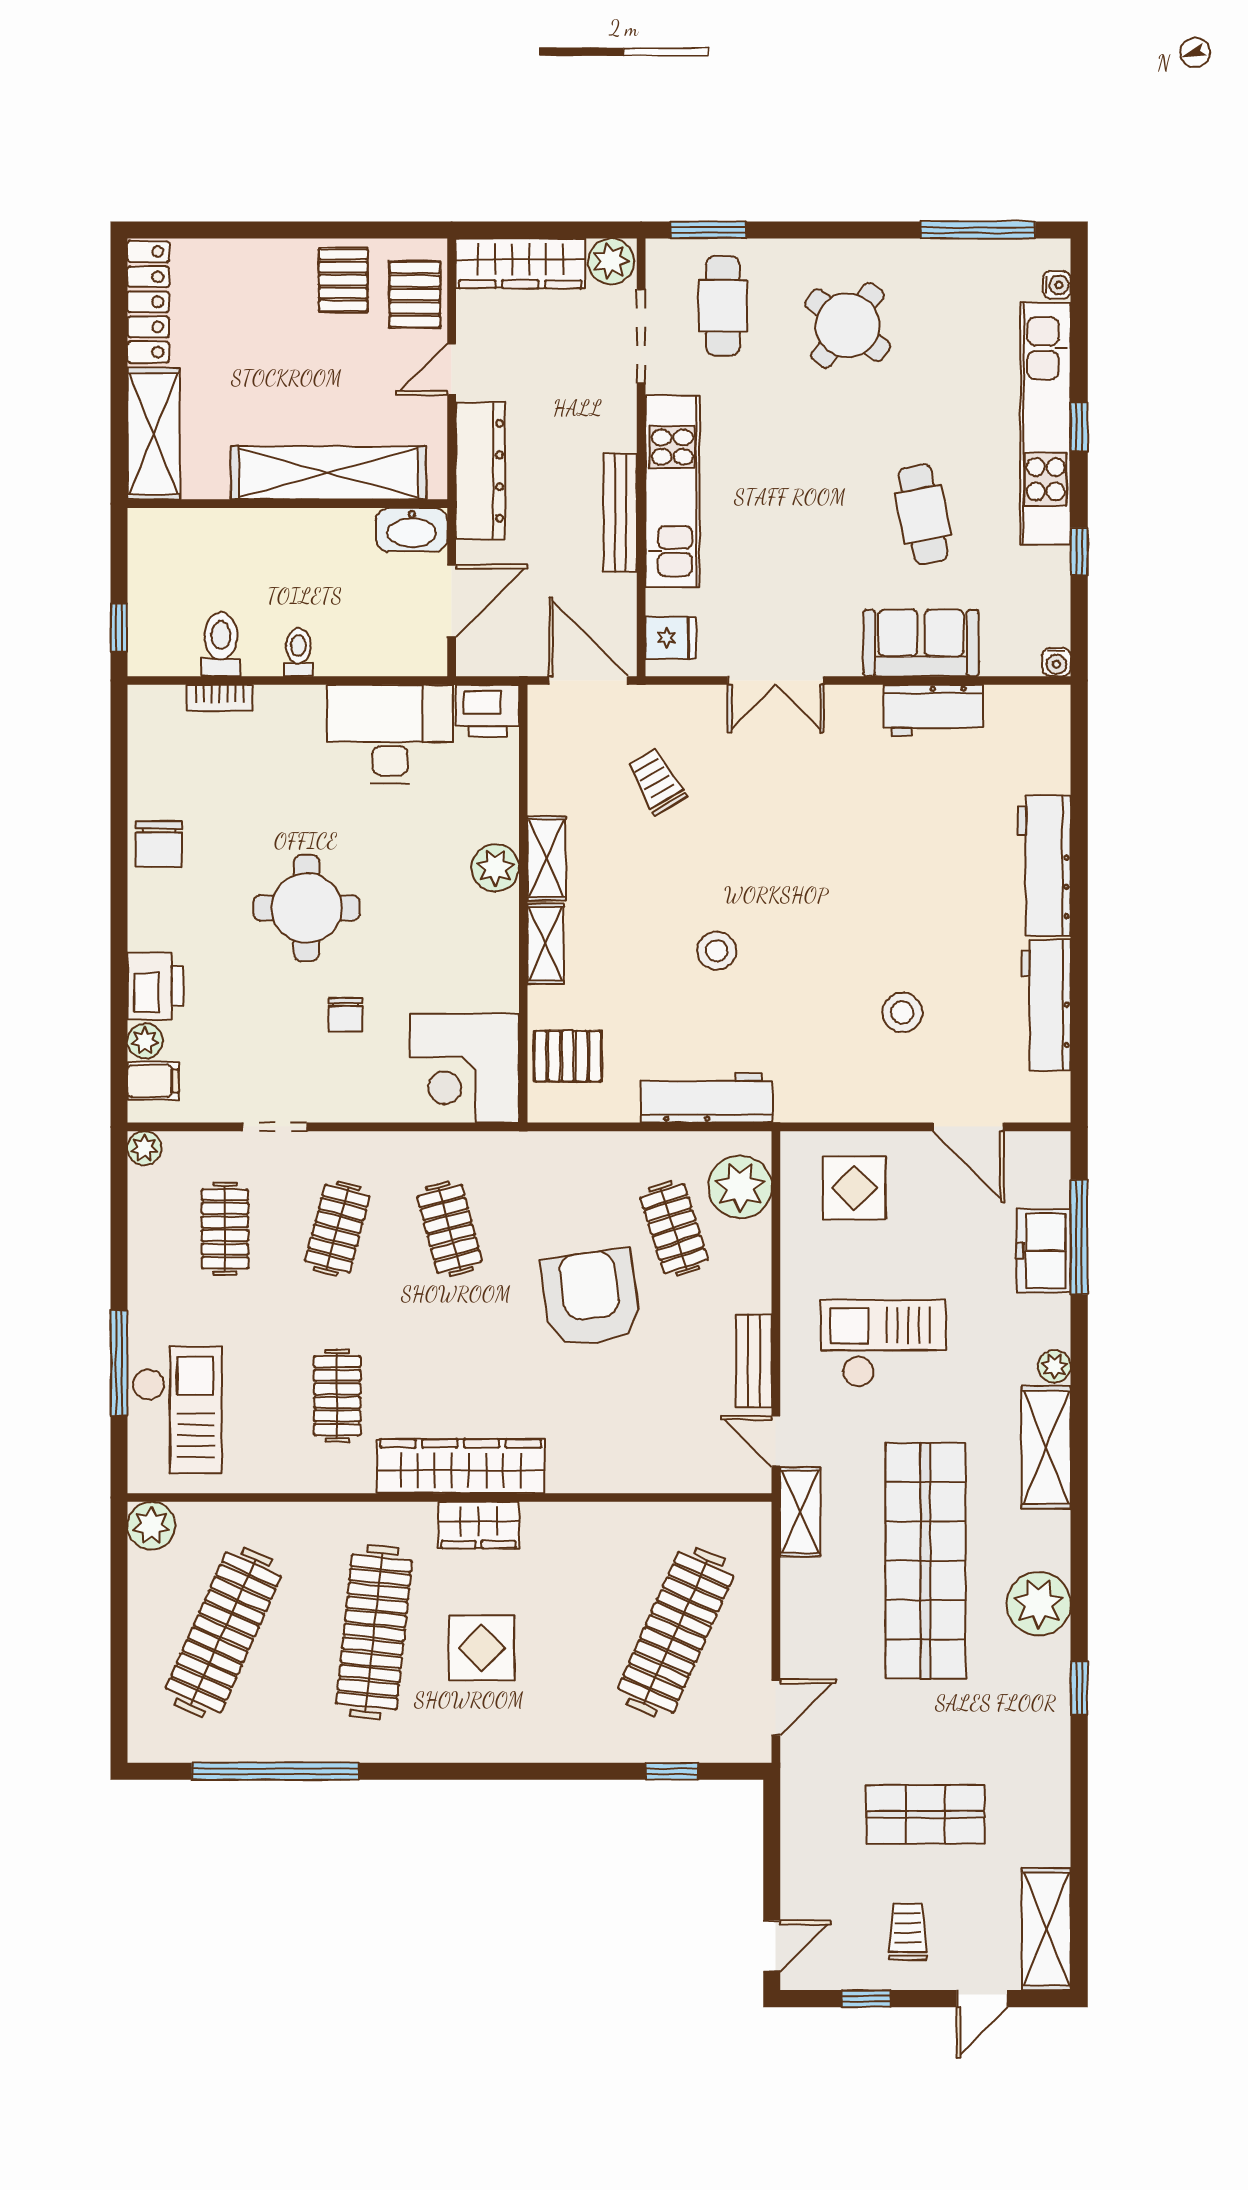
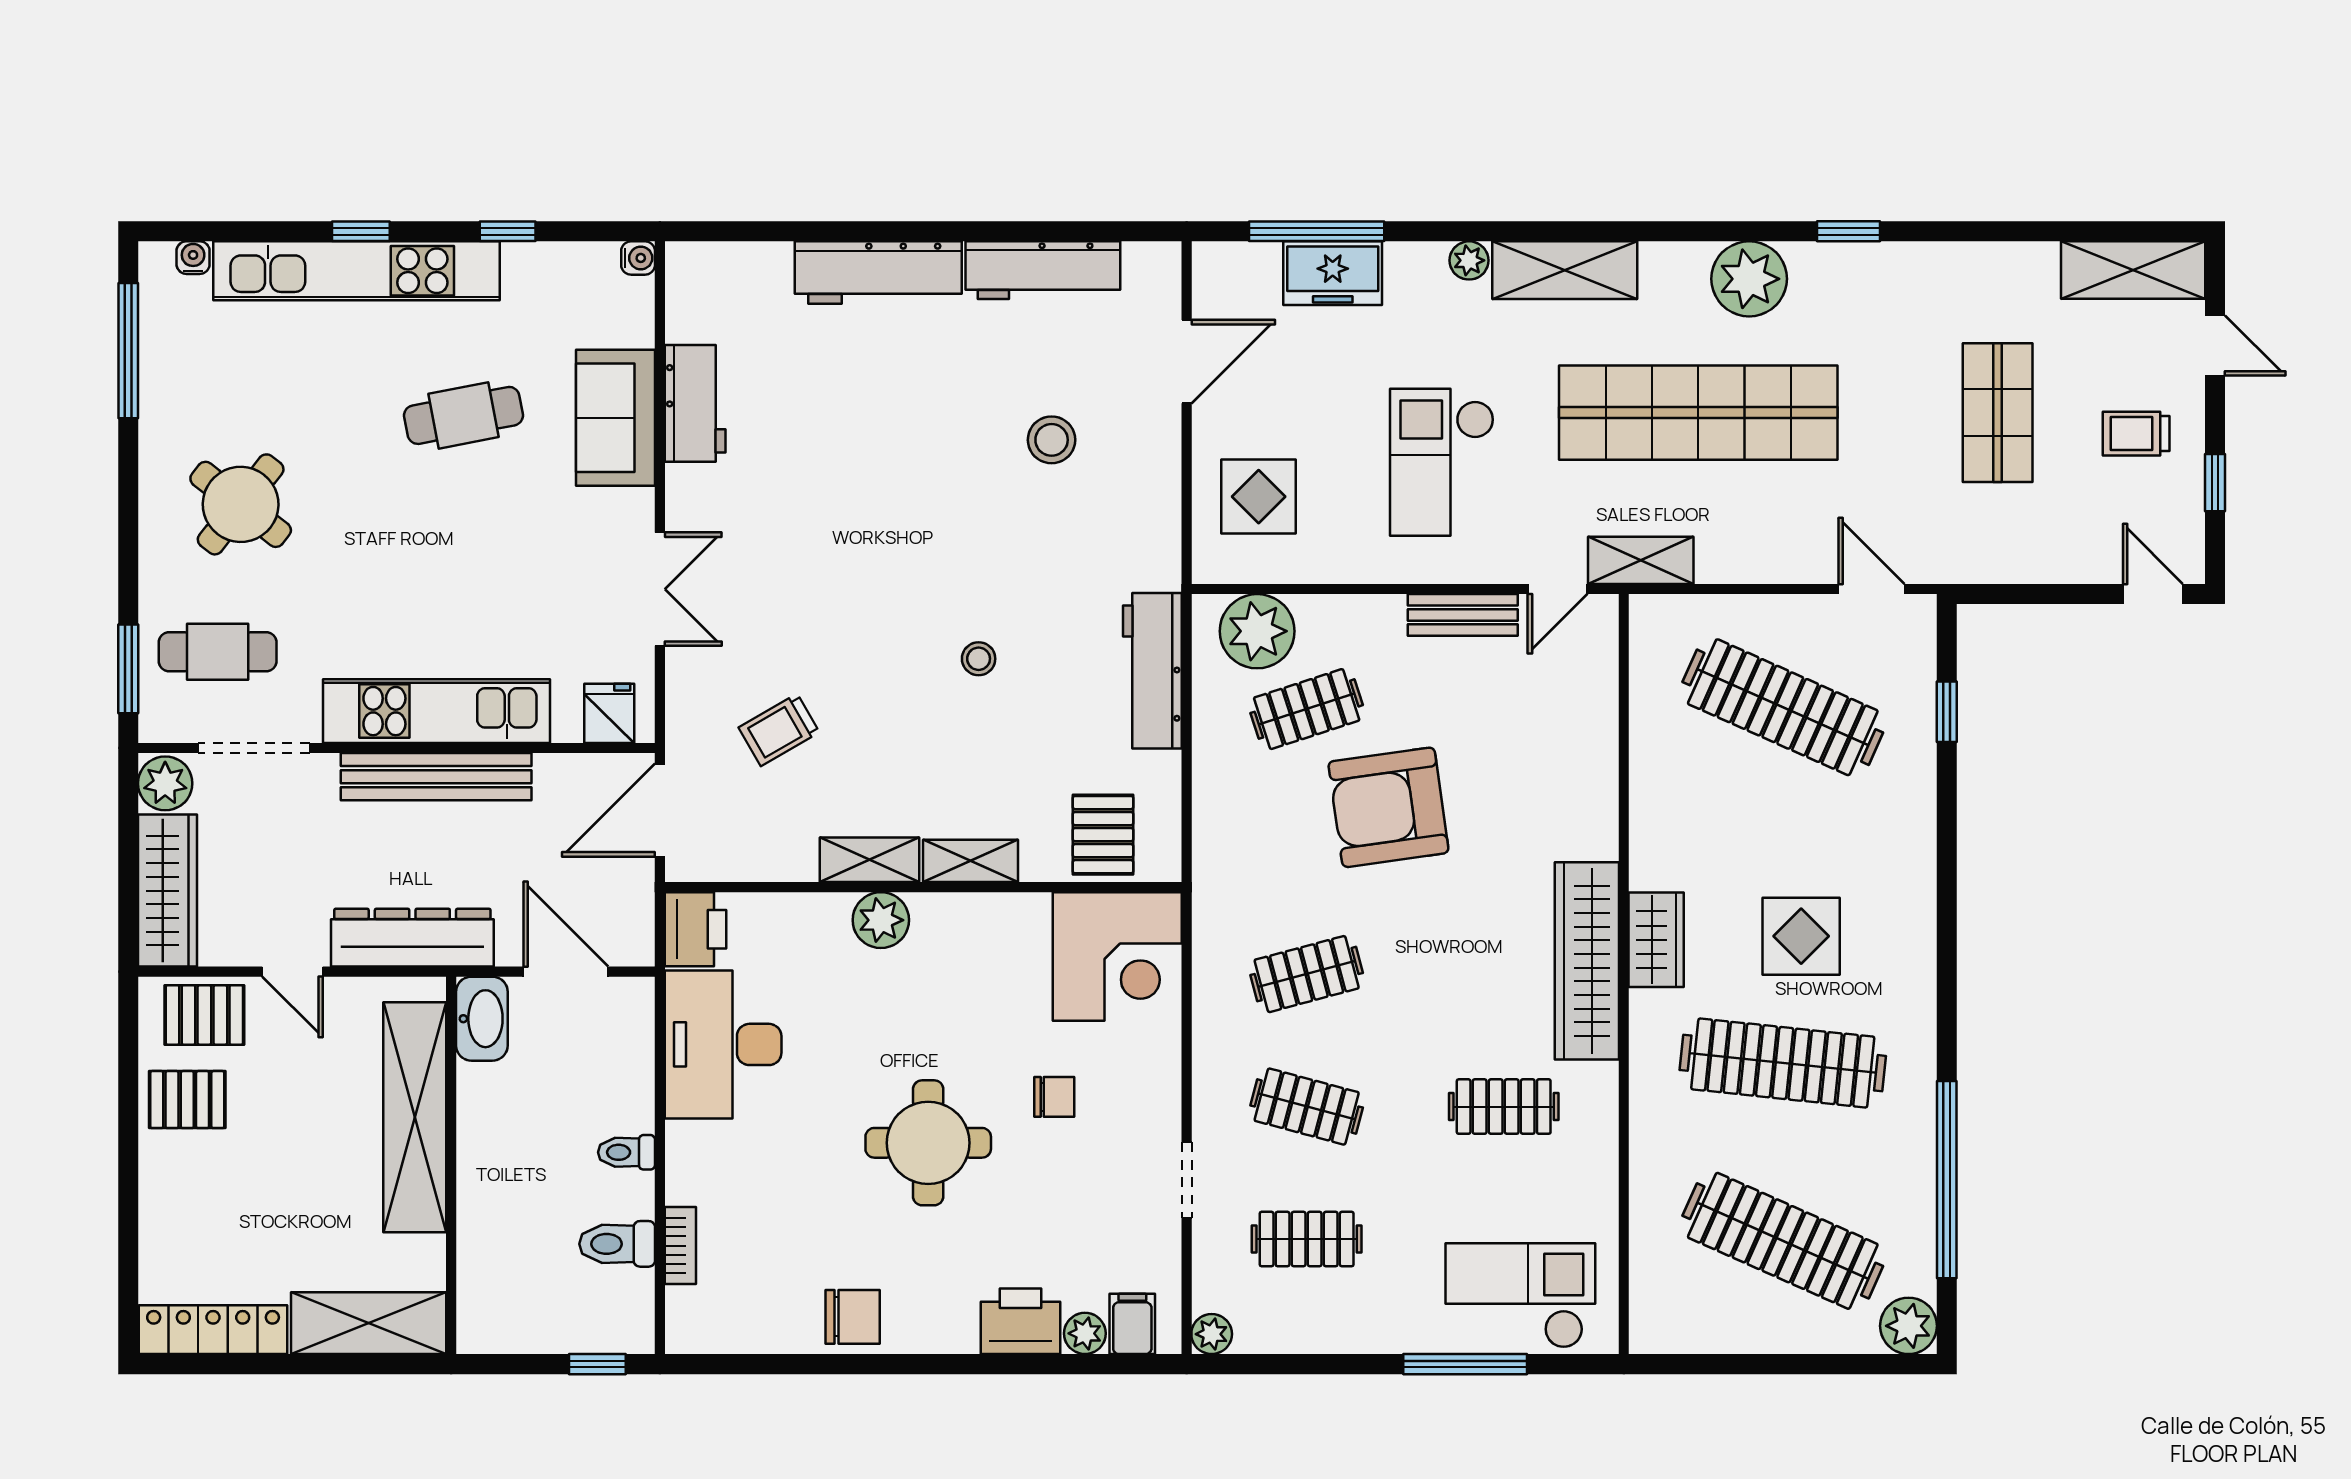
bench: (620, 513) -> (436, 777), width x1.37, depth x1.21
stool: (717, 951) -> (979, 659), width x0.73, depth x0.73
plant: (151, 1526) -> (1909, 1326), moved

